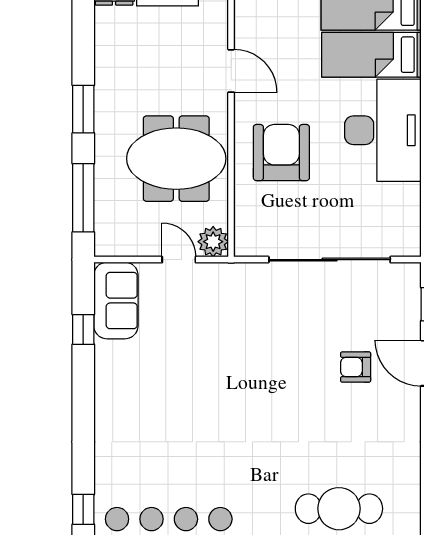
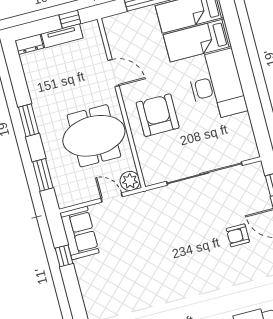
window: (83, 198) -> (43, 175), width x0.69

